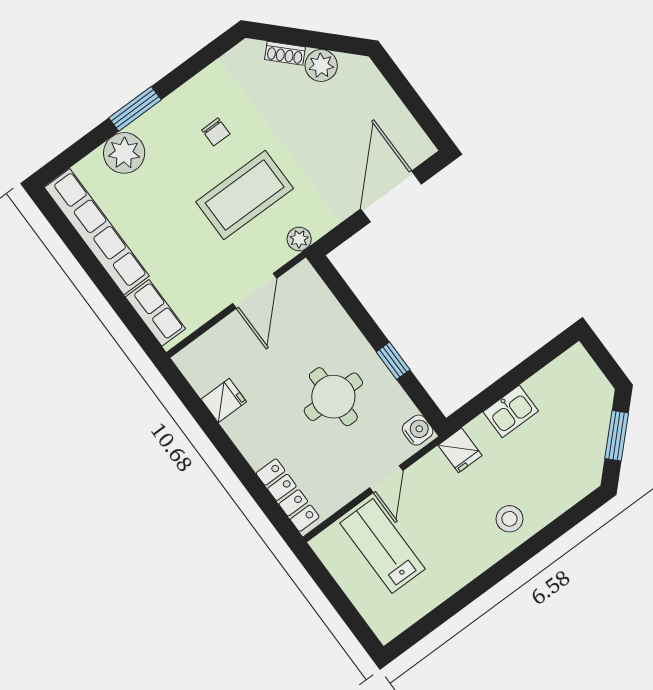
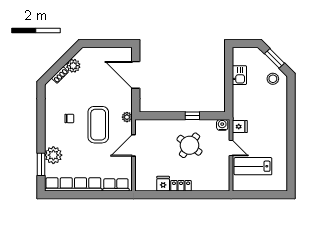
window: (135, 109) -> (41, 164), moved
door: (255, 291) -> (134, 145), swing flipped
round table: (333, 397) -> (190, 145), turned 36
kitchen sink: (511, 411) -> (239, 75), moved
fridge: (460, 450) -> (240, 127), moved
locker: (288, 495) -> (181, 186), moved, width x0.66
stool: (510, 519) -> (273, 79), moved

